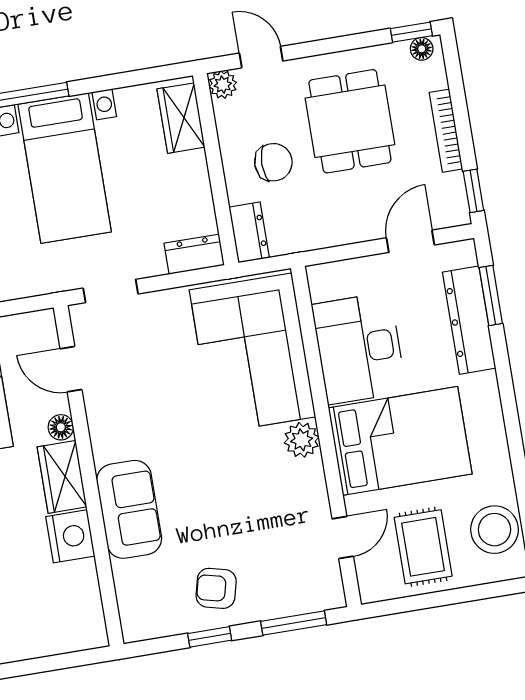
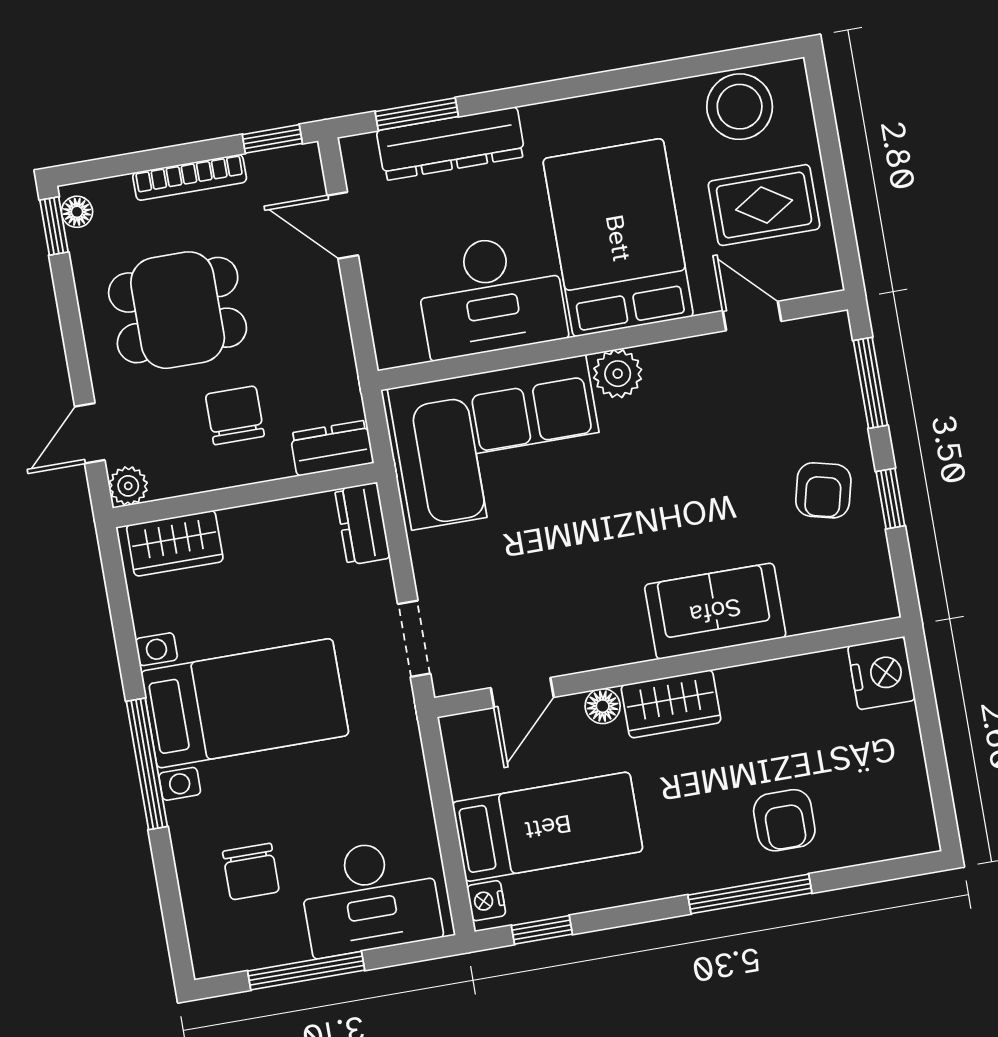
nightstand: (70, 536) -> (881, 673), moved, turned 90

